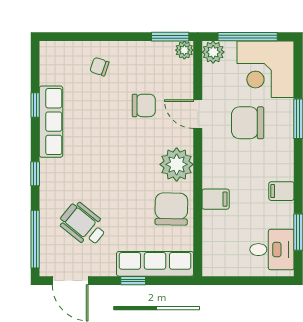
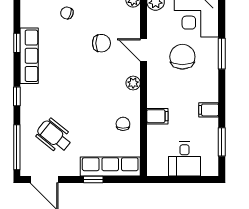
chair: (248, 123) -> (182, 57), turned 90
plant: (177, 164) -> (133, 83), width x0.53, depth x0.53
chair: (171, 209) -> (123, 124), width x0.54, depth x0.54
desk: (272, 250) -> (185, 159), moved, turned 90

